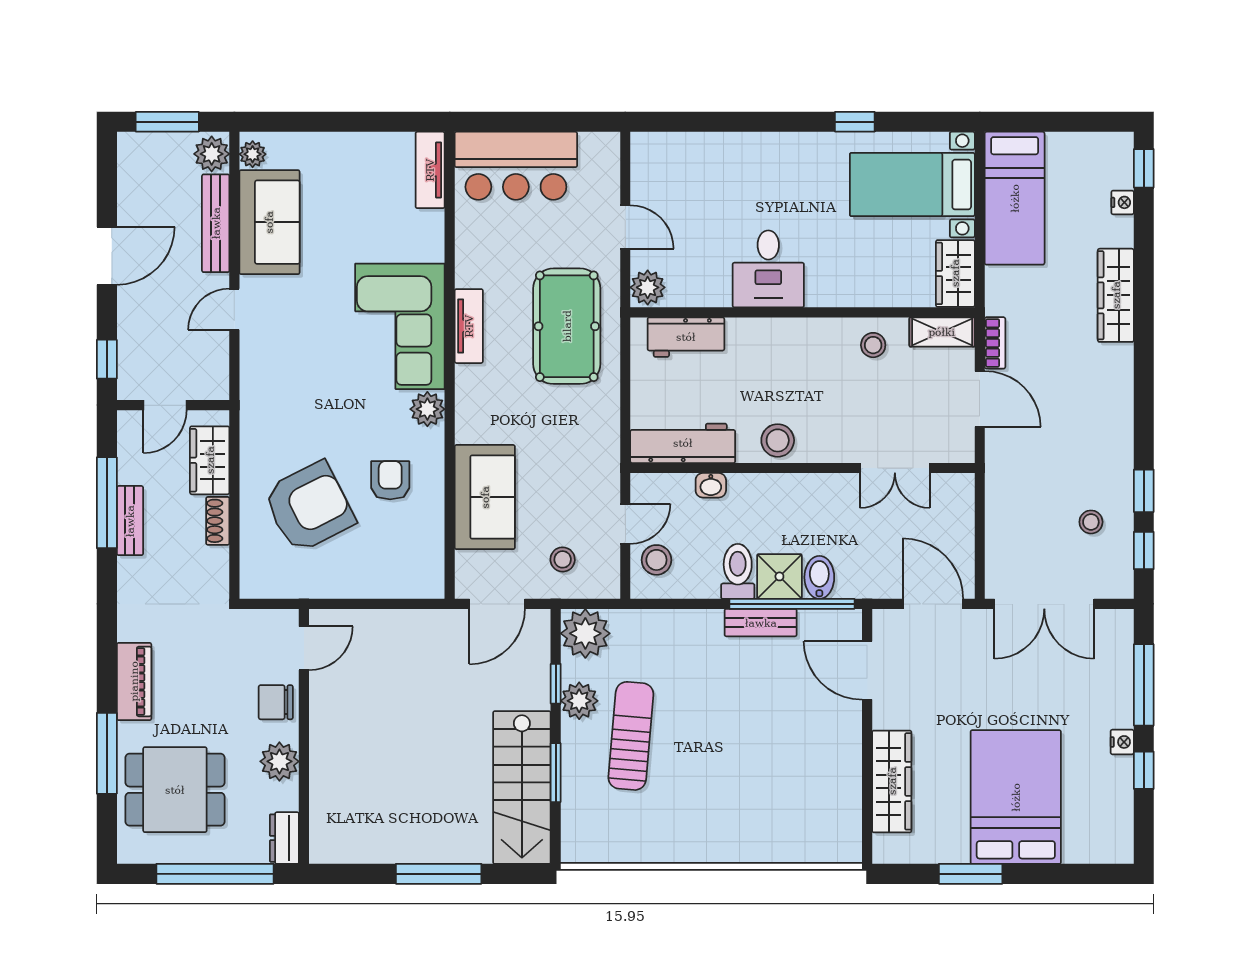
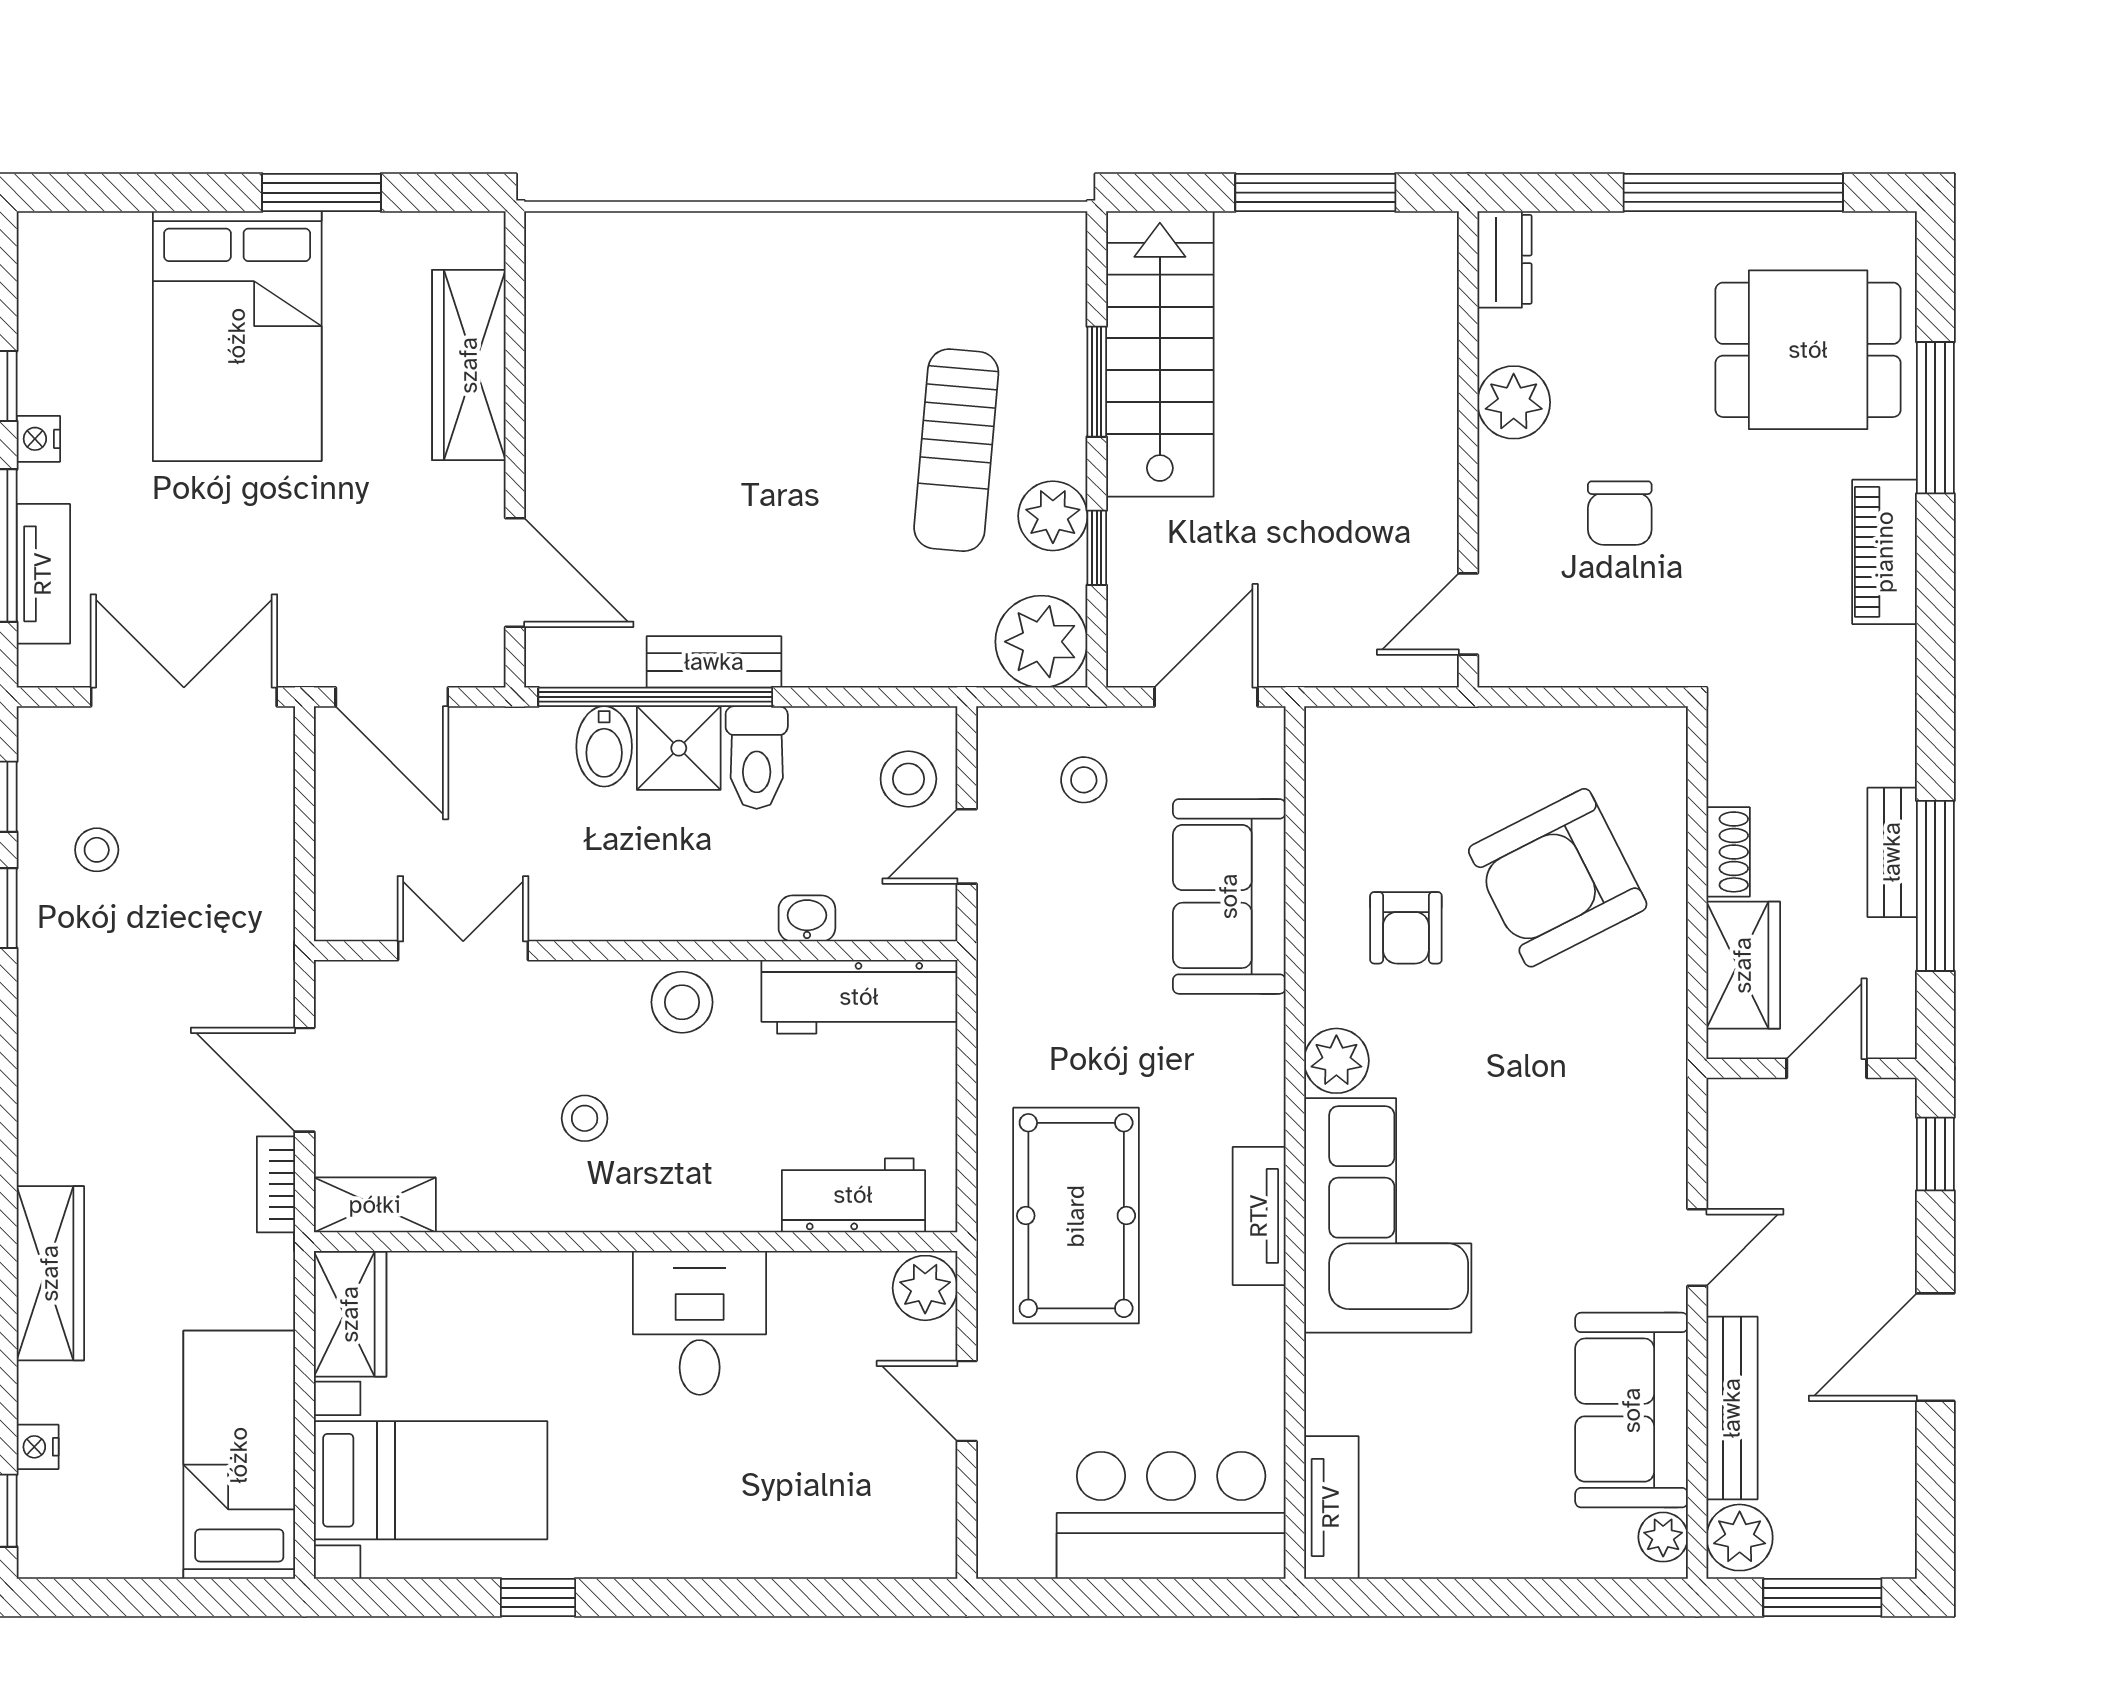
stool: (873, 345) -> (585, 1118), moved
door: (304, 648) -> (1468, 614), moved
tv unit: (1120, 670) -> (43, 574), added
chair: (276, 702) -> (1620, 513), turned 90
wall: (304, 736) -> (1468, 449), moved
plant: (279, 761) -> (1514, 402), moved
dresser: (284, 838) -> (1505, 259), moved

